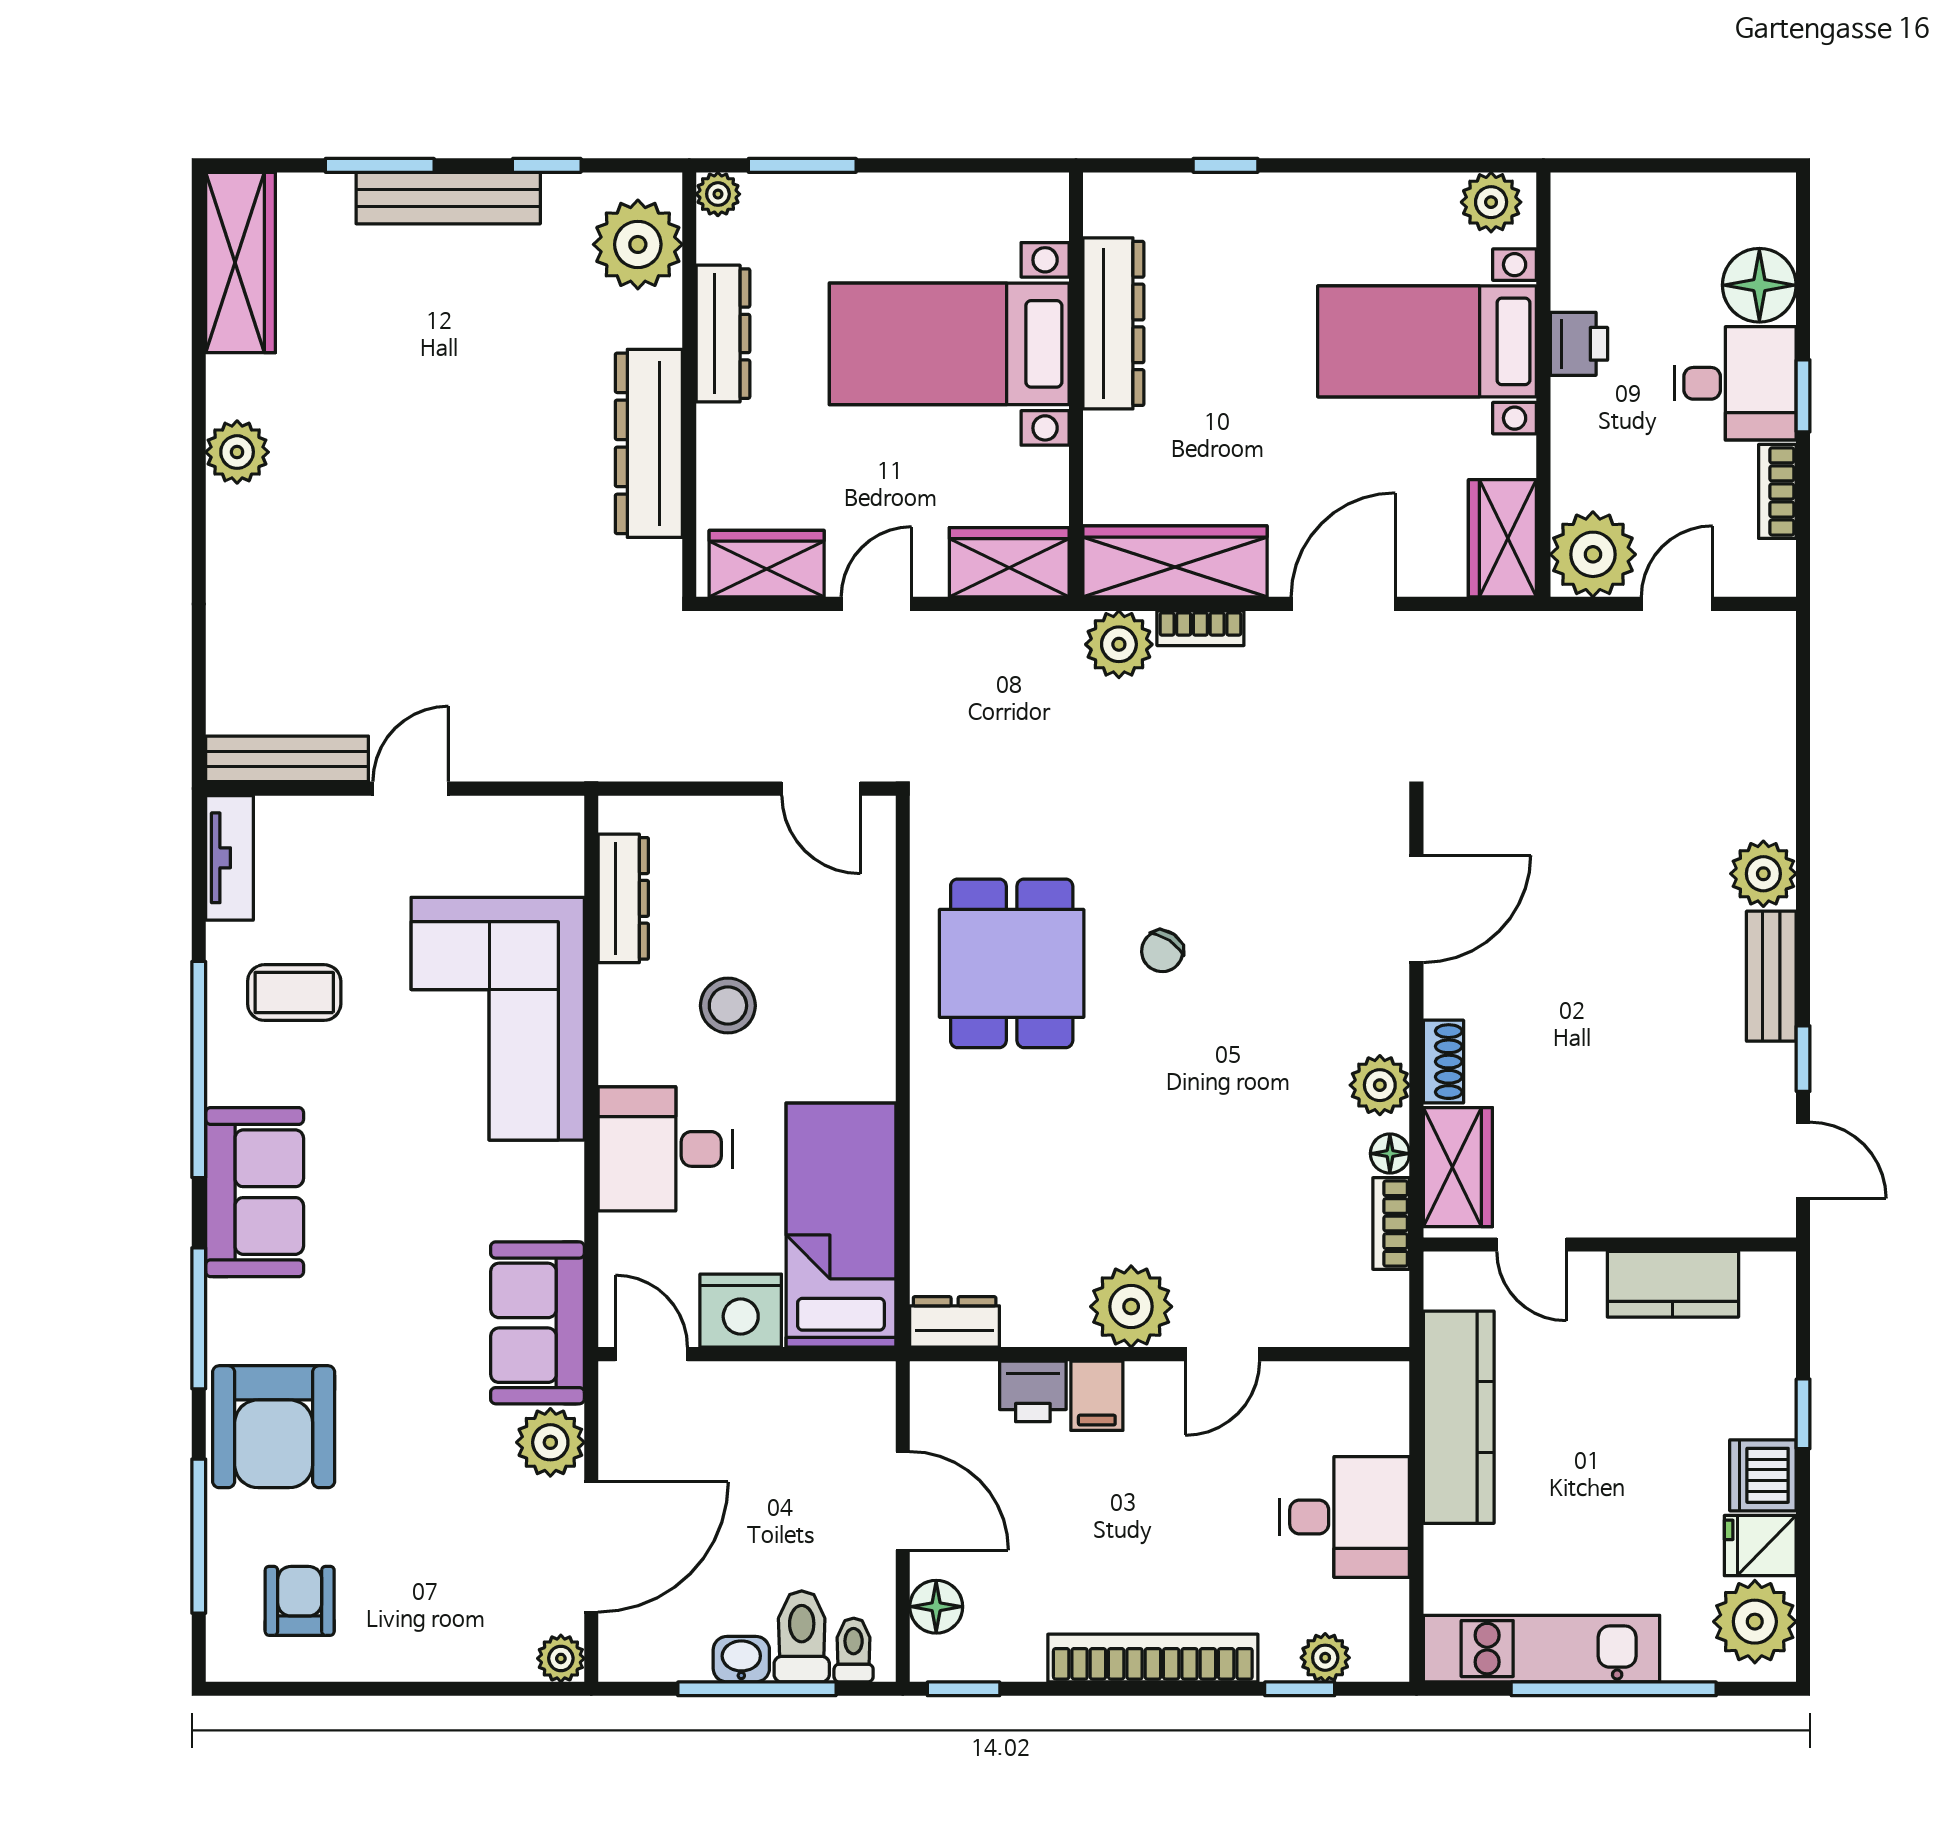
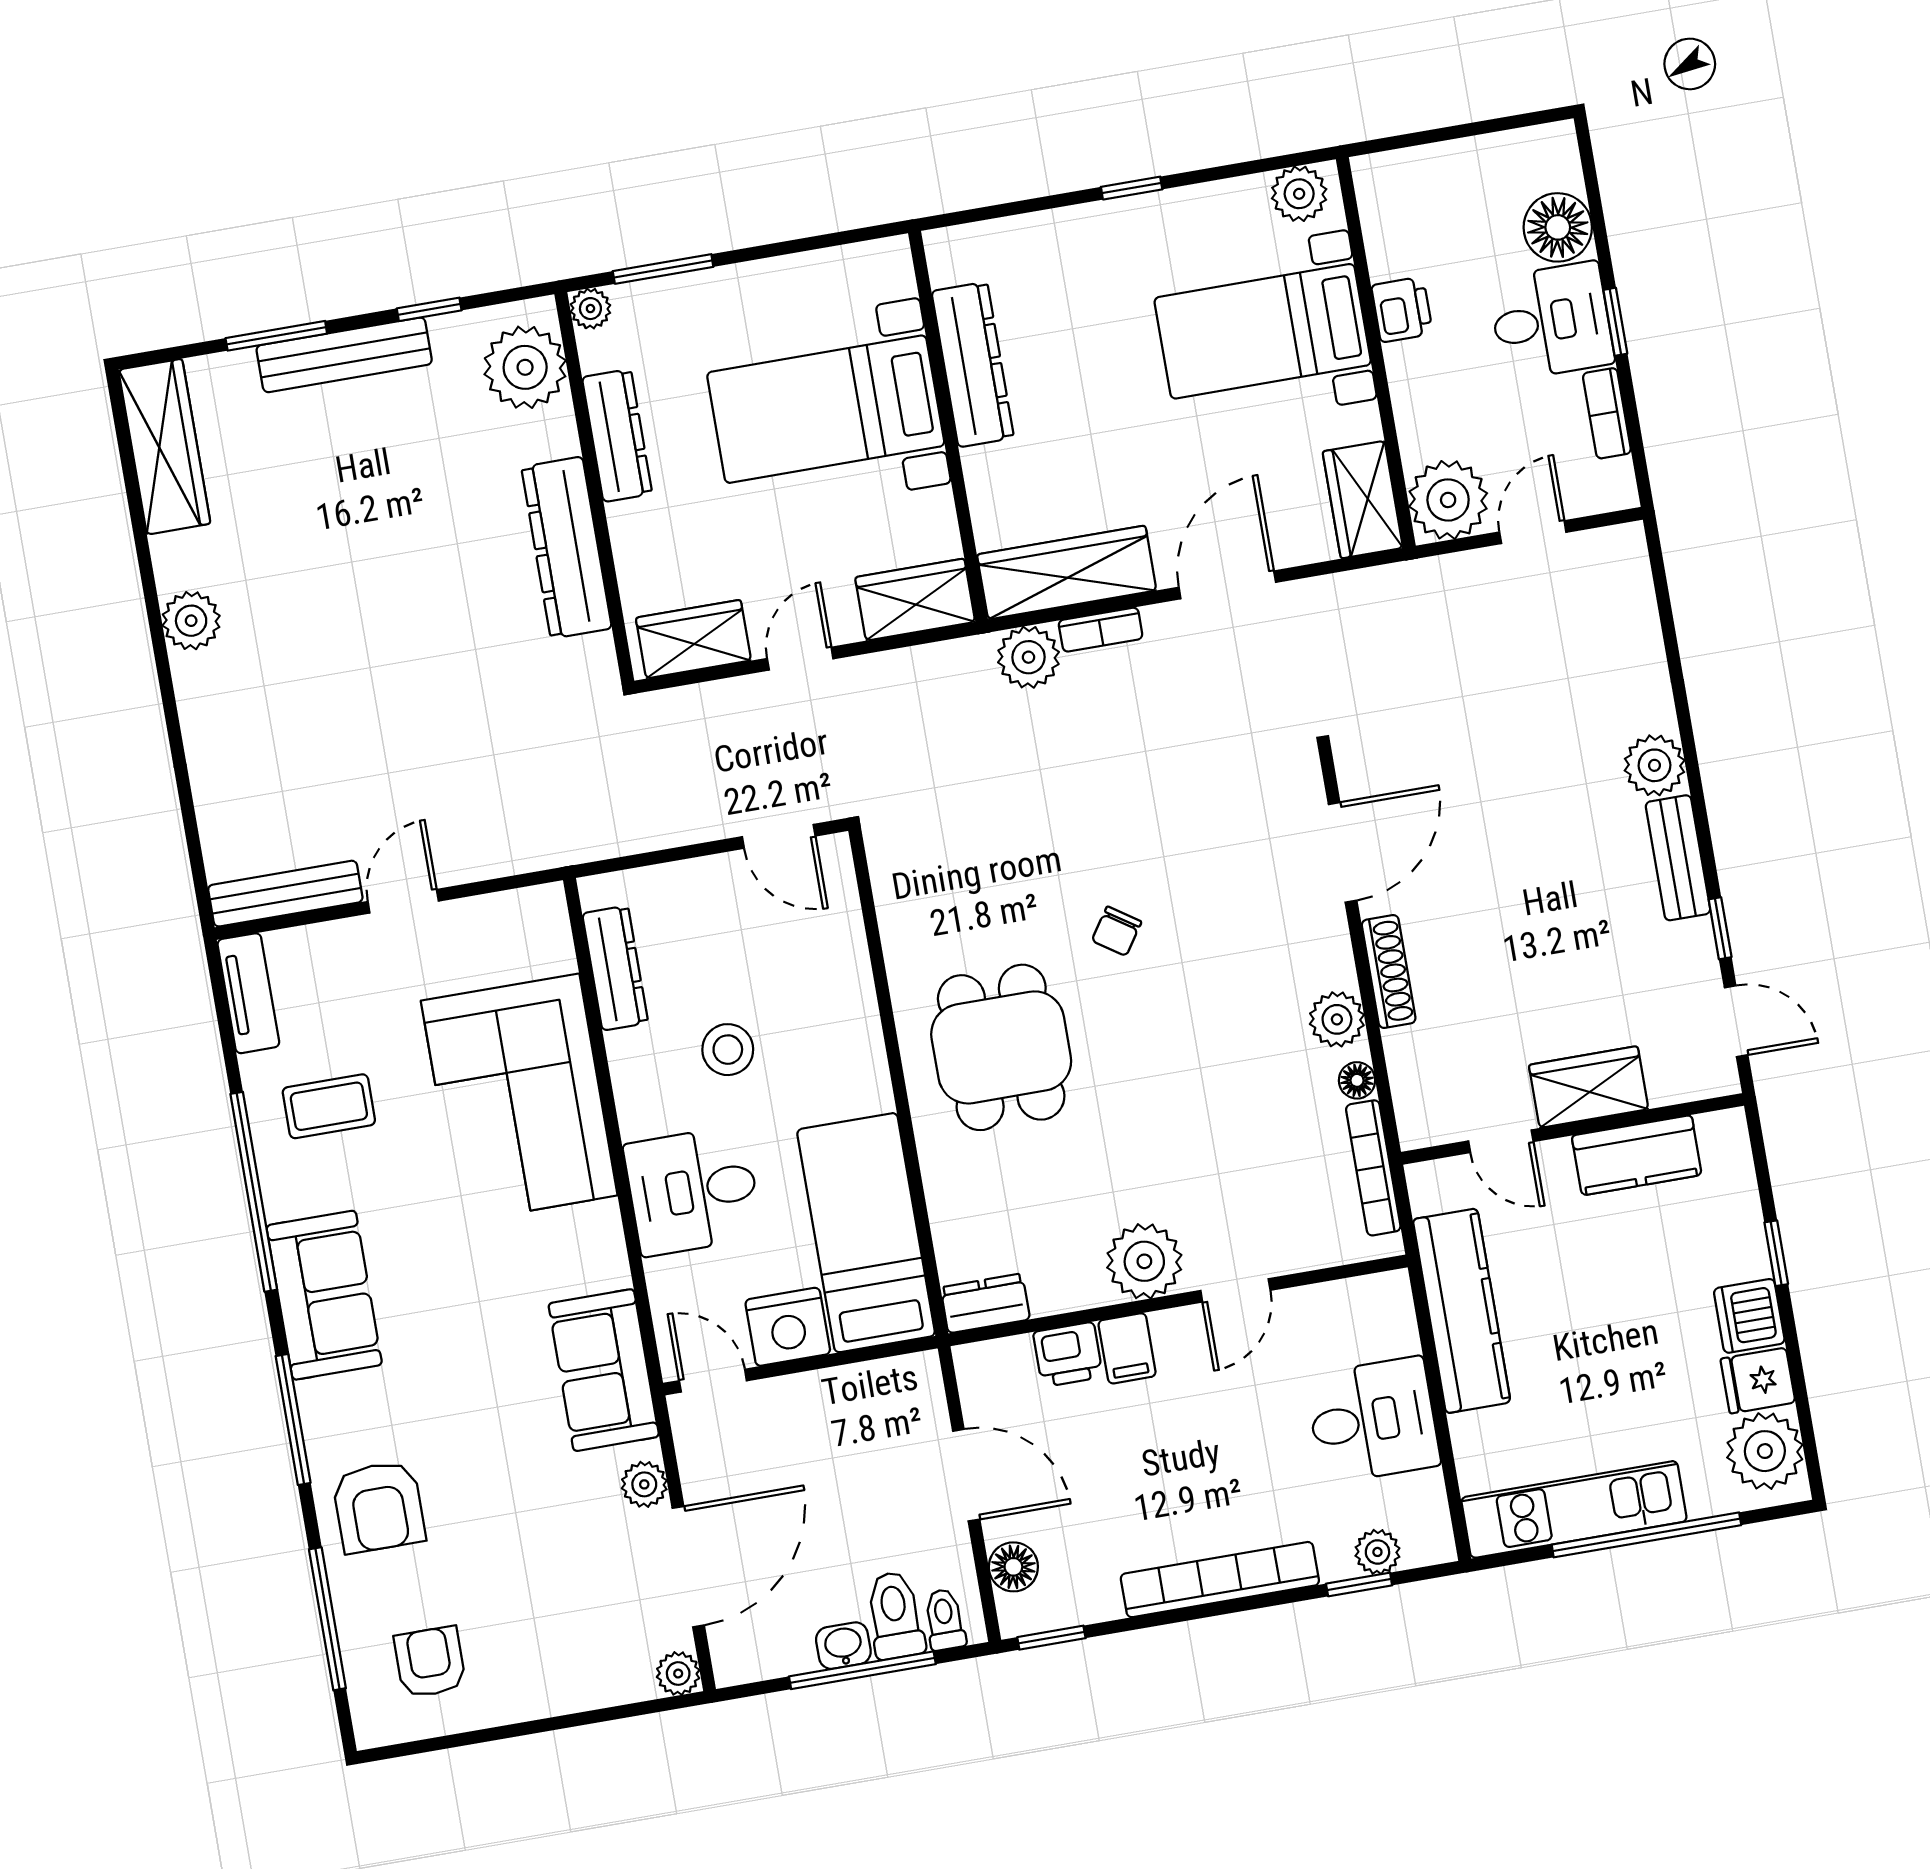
window: (1226, 165) -> (1132, 188), moved
dining table: (1012, 963) -> (1001, 1047), moved
shoe rack: (1443, 1062) -> (1389, 972), width x1.43
wardrobe: (1458, 1167) -> (1589, 1087), moved, turned -90
bookcase: (1391, 1224) -> (1373, 1168), width x1.56
armchair: (274, 1427) -> (379, 1507), width x0.73, depth x0.73
plant: (550, 1442) -> (644, 1484), width x0.73, depth x0.73

